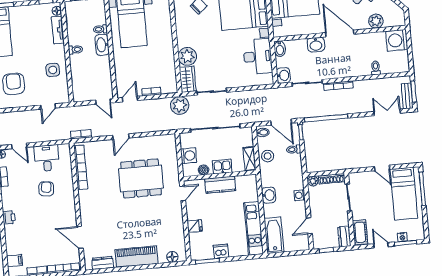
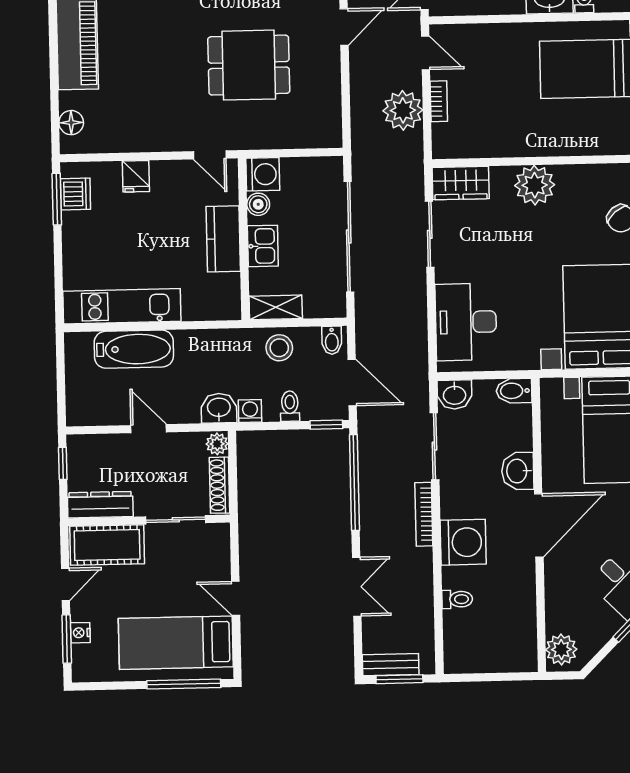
plant: (376, 21) -> (561, 650), moved
washing machine: (397, 40) -> (463, 542), moved, turned 90
plant: (187, 56) -> (535, 185), moved
desk: (258, 56) -> (466, 322), moved, turned 90
plant: (180, 105) -> (403, 110), moved
double door: (387, 112) -> (357, 587), moved
door: (281, 122) -> (352, 383), swing flipped
door: (121, 137) -> (344, 27), swing flipped
washing machine: (189, 156) -> (263, 174), moved, turned -90
door: (382, 168) -> (236, 598), hinge flipped
dining table: (141, 178) -> (249, 65), width x0.73
washbasin: (269, 195) -> (219, 408), moved, turned 180
washing machine: (300, 195) -> (250, 411), moved
door: (309, 226) -> (149, 429), moved
cot: (360, 232) -> (107, 545), width x1.37, depth x1.34
bathtub: (274, 235) -> (134, 349), moved
dresser: (344, 236) -> (100, 505), width x1.44
dishwasher: (221, 251) -> (75, 194), moved

